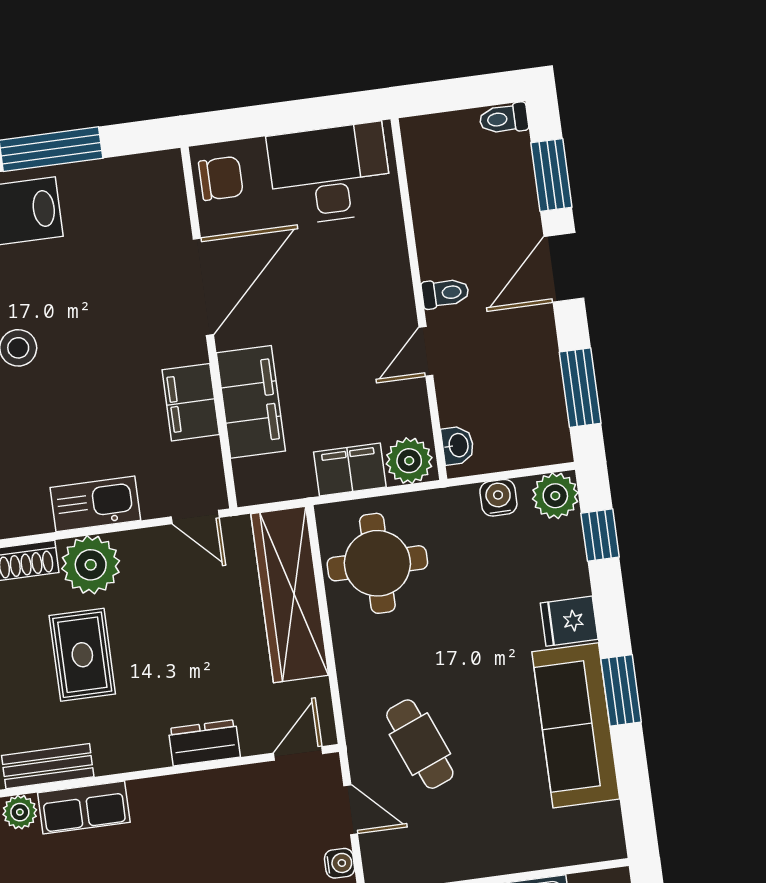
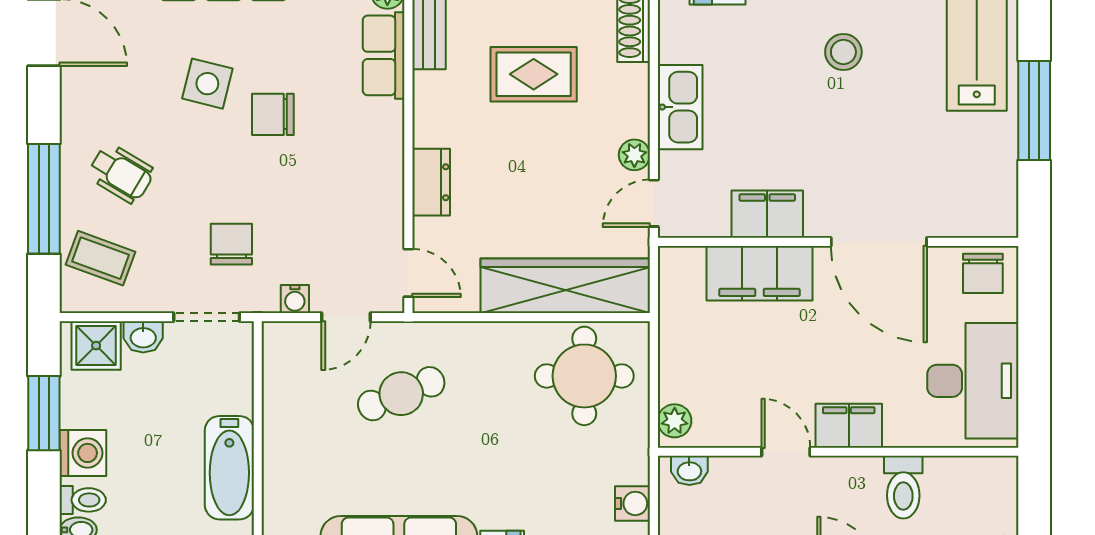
toilet: (445, 293) -> (903, 487), moved, width x1.37, depth x1.39
plant: (409, 461) -> (675, 421), width x0.73, depth x0.73
filing cabinet: (350, 470) -> (849, 426), moved, turned -90
plant: (91, 565) -> (634, 155), moved, width x0.53, depth x0.53

